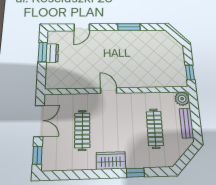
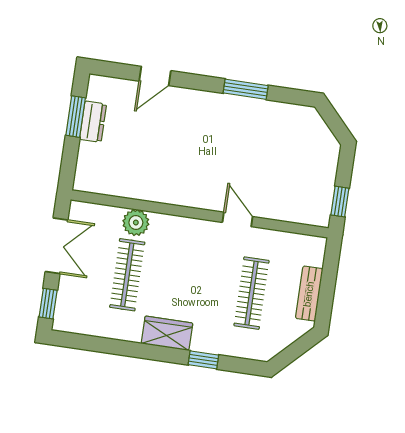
door: (109, 91) -> (238, 219), moved
plant: (182, 99) -> (136, 223), moved

